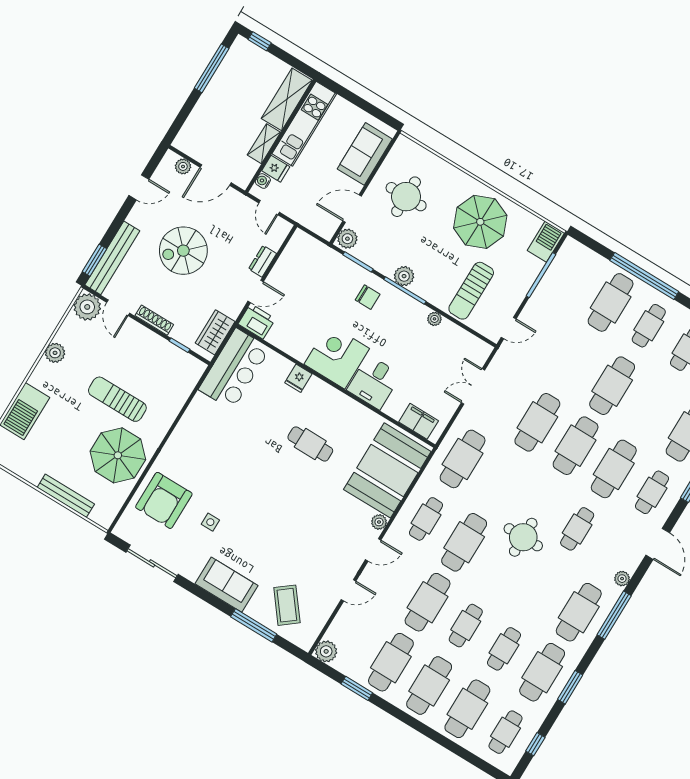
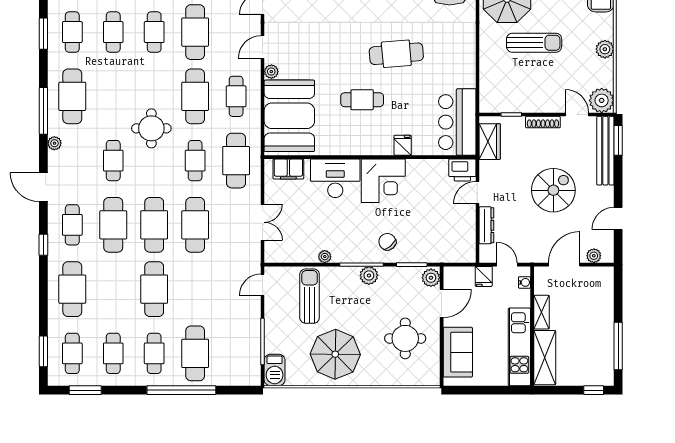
fridge: (276, 169) -> (484, 276), moved, turned -90
dresser: (263, 261) -> (486, 225), width x1.44
chair: (368, 297) -> (387, 242), turned 49
desk: (374, 382) -> (335, 178), width x1.37
cafe table: (252, 467) -> (396, 54), added
cafe table: (501, 482) -> (195, 161), added
cafe table: (542, 672) -> (72, 32), width x0.73, depth x0.74

